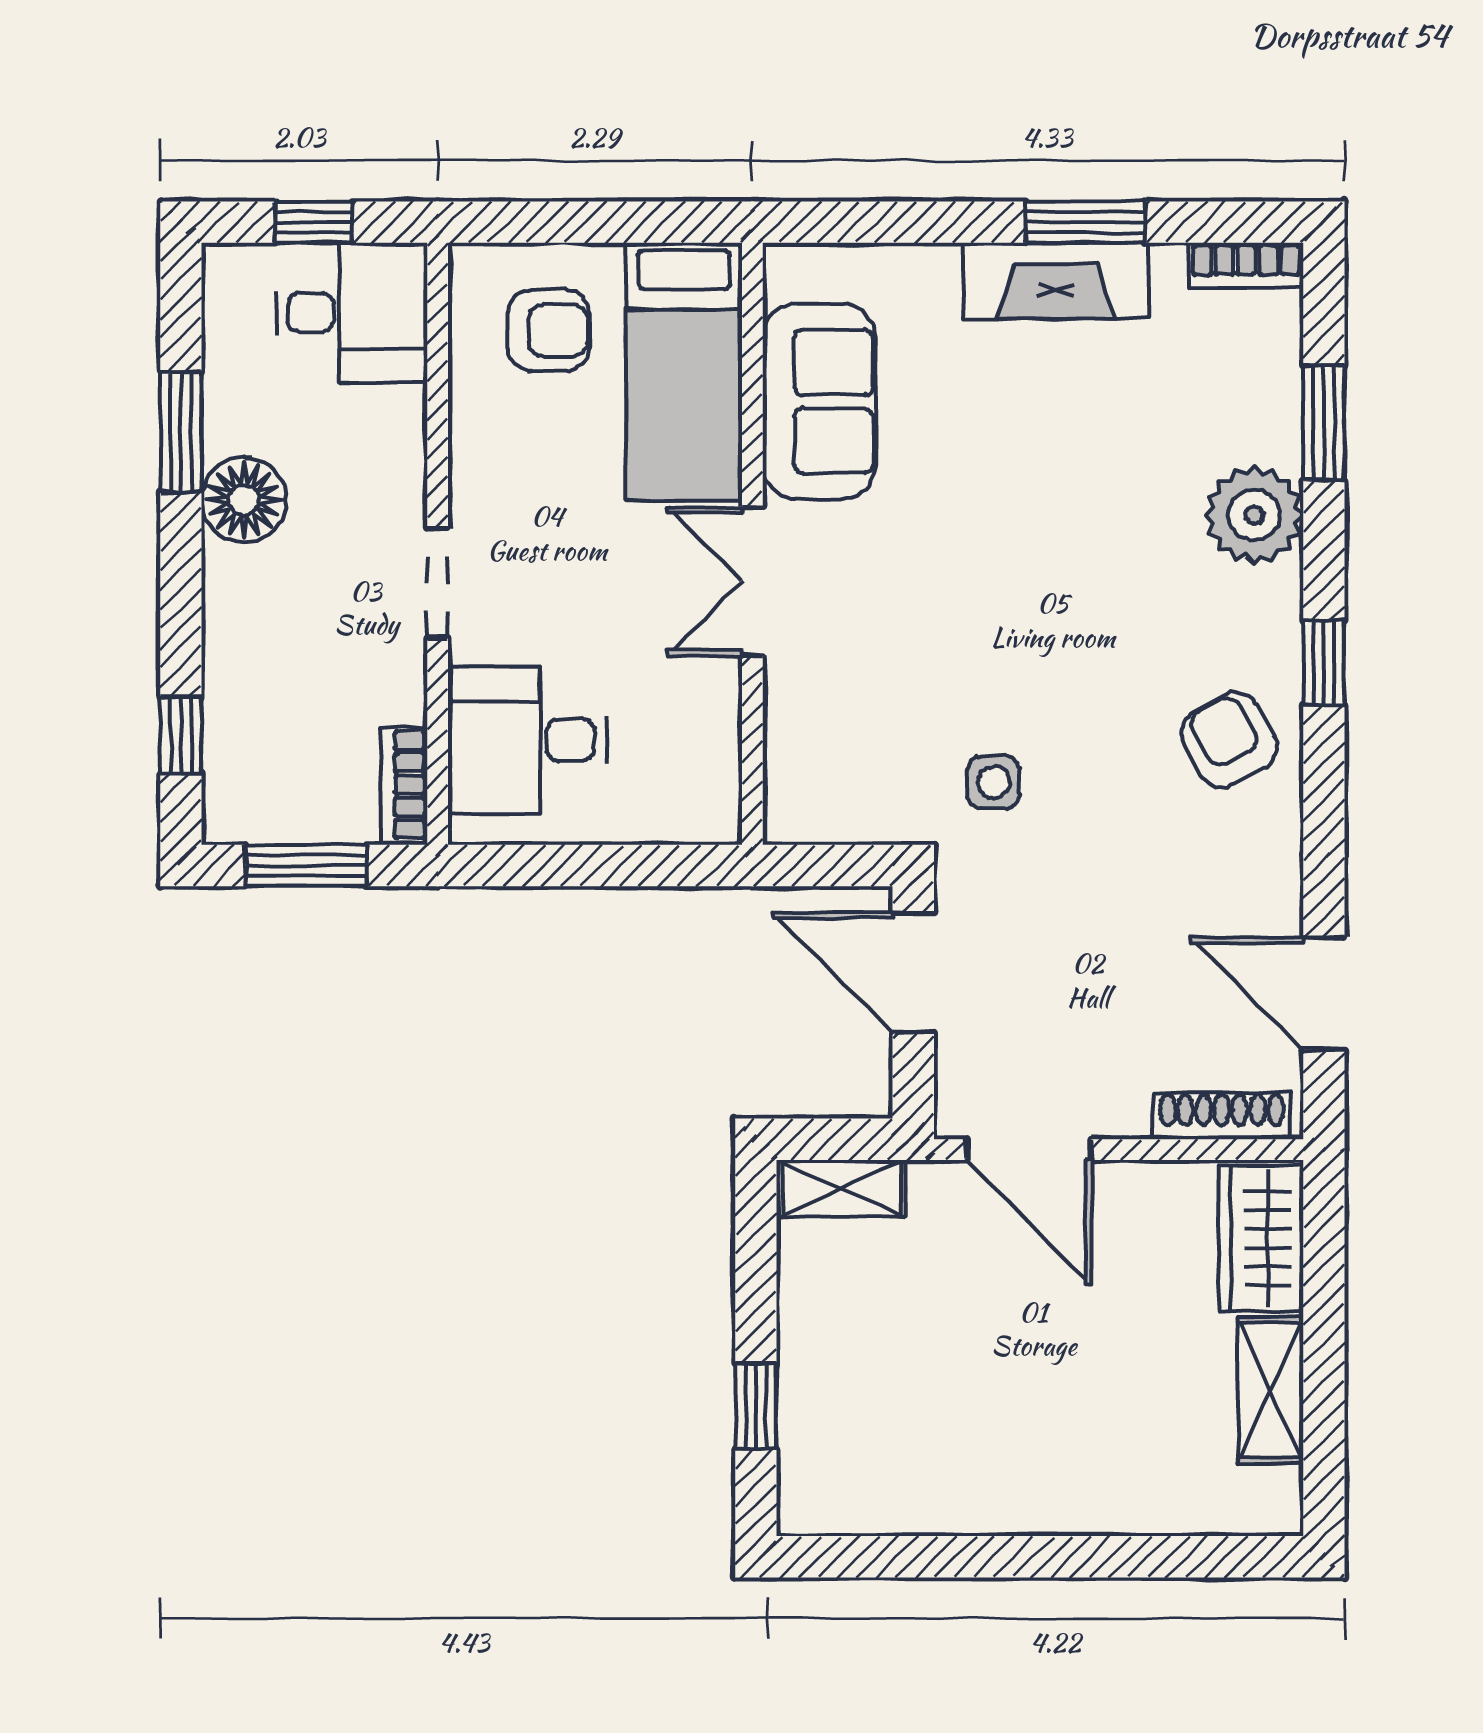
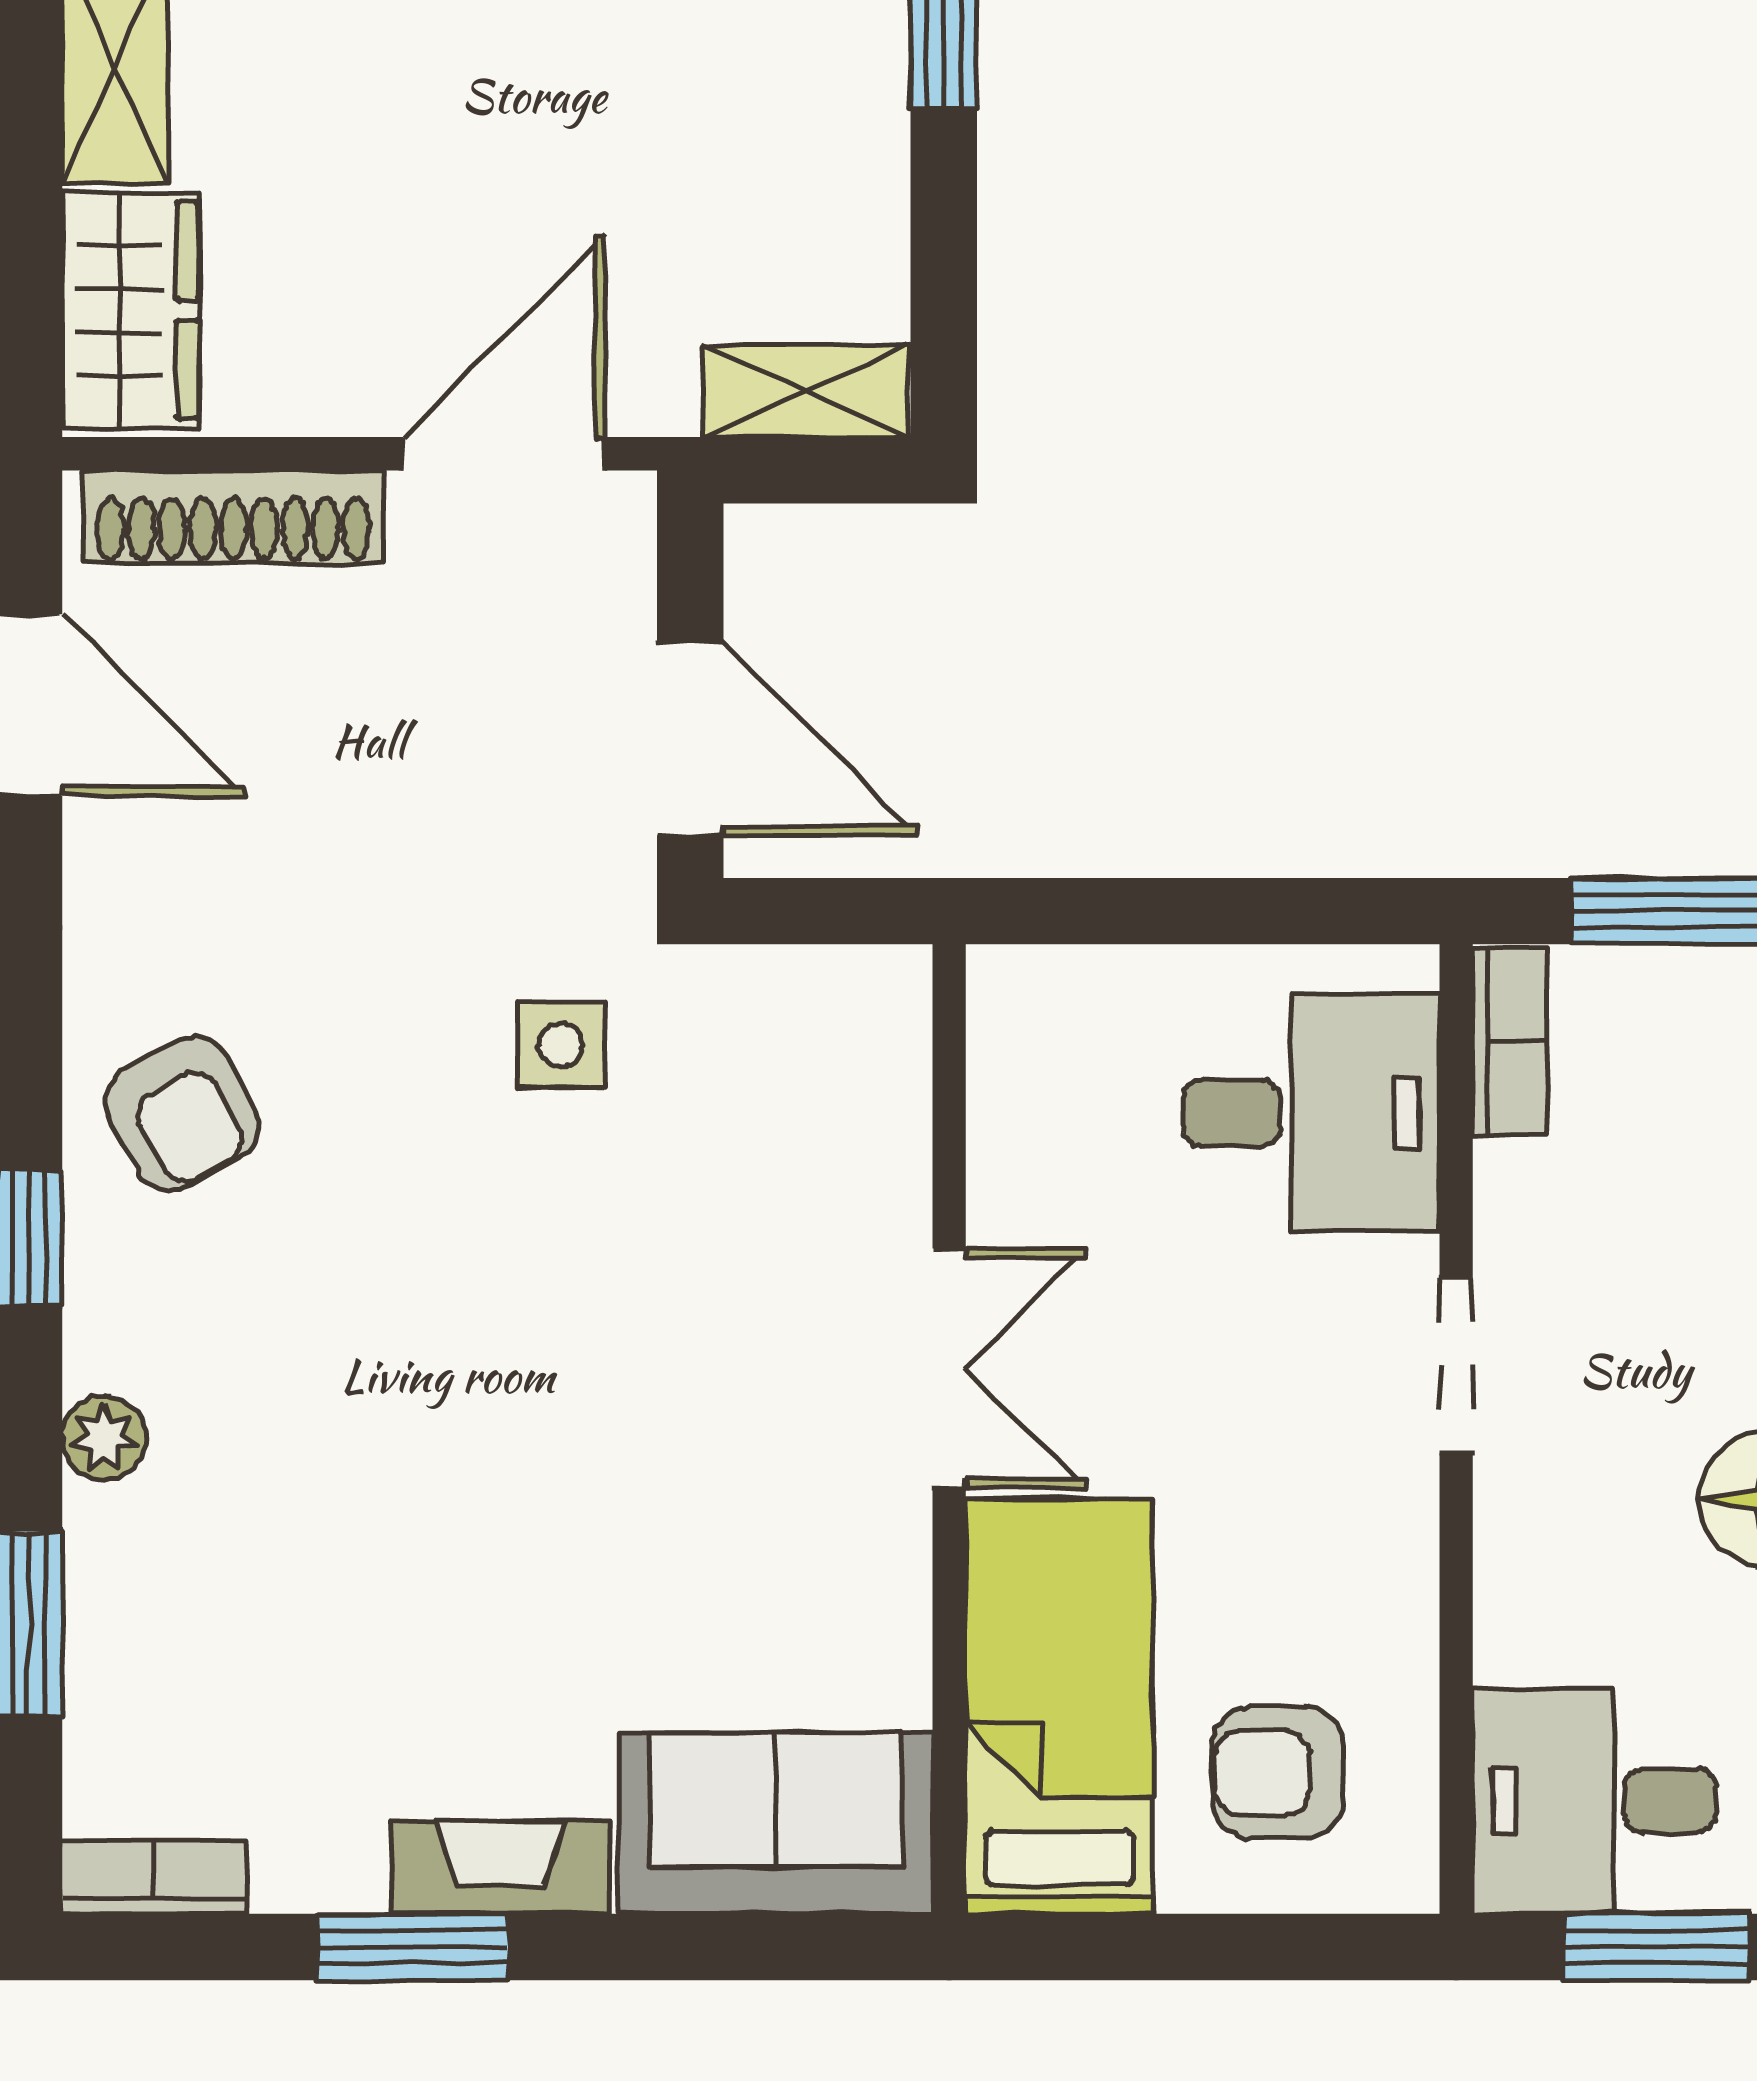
window: (313, 222) -> (1656, 1947), width x1.50
fireplace: (1056, 281) -> (501, 1867), width x0.73, depth x0.76
sofa: (819, 402) -> (776, 1823), moved, turned 90
plant: (1254, 515) -> (104, 1438), width x0.53, depth x0.53
shoe rack: (1222, 1116) -> (233, 517), width x1.36, depth x1.24
door: (1029, 1150) -> (504, 454), hinge flipped

